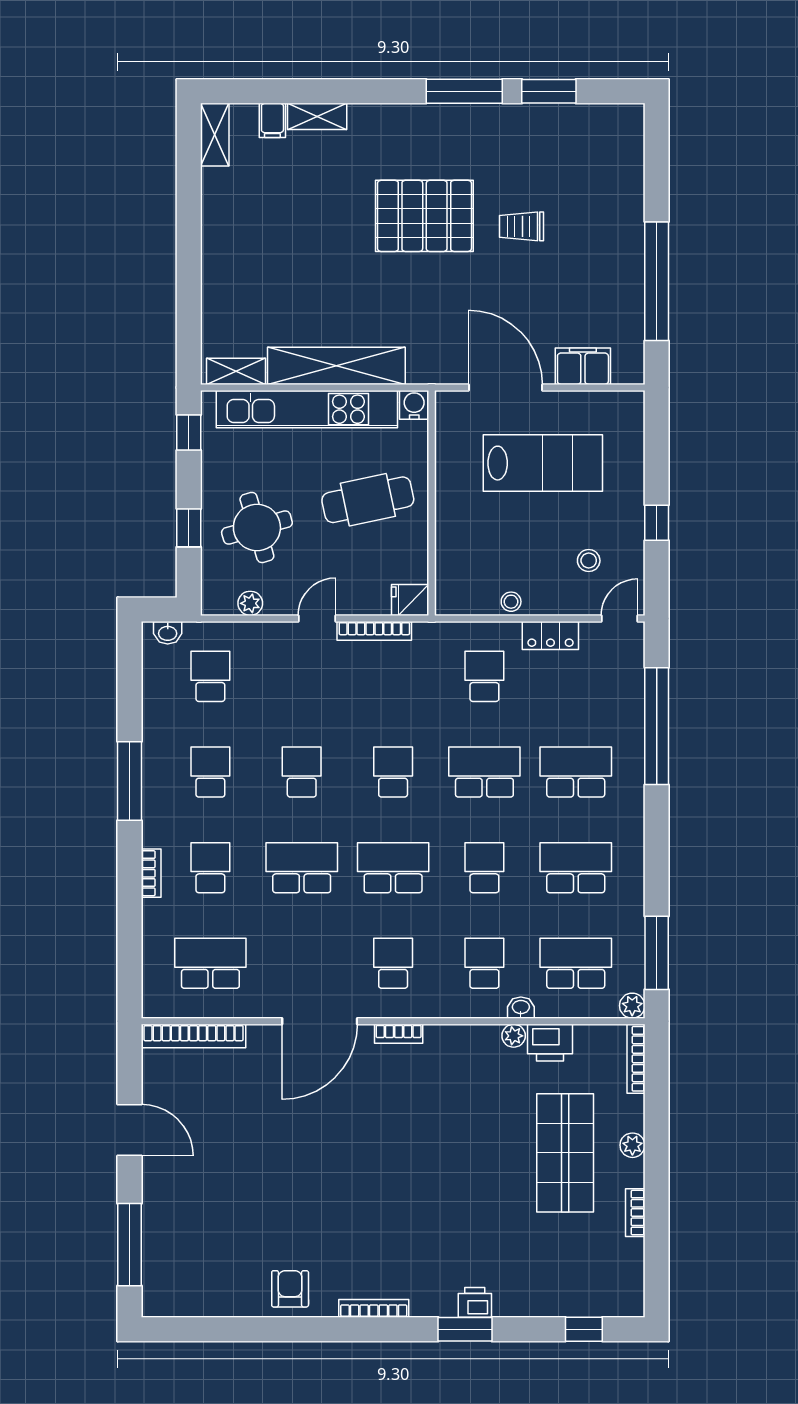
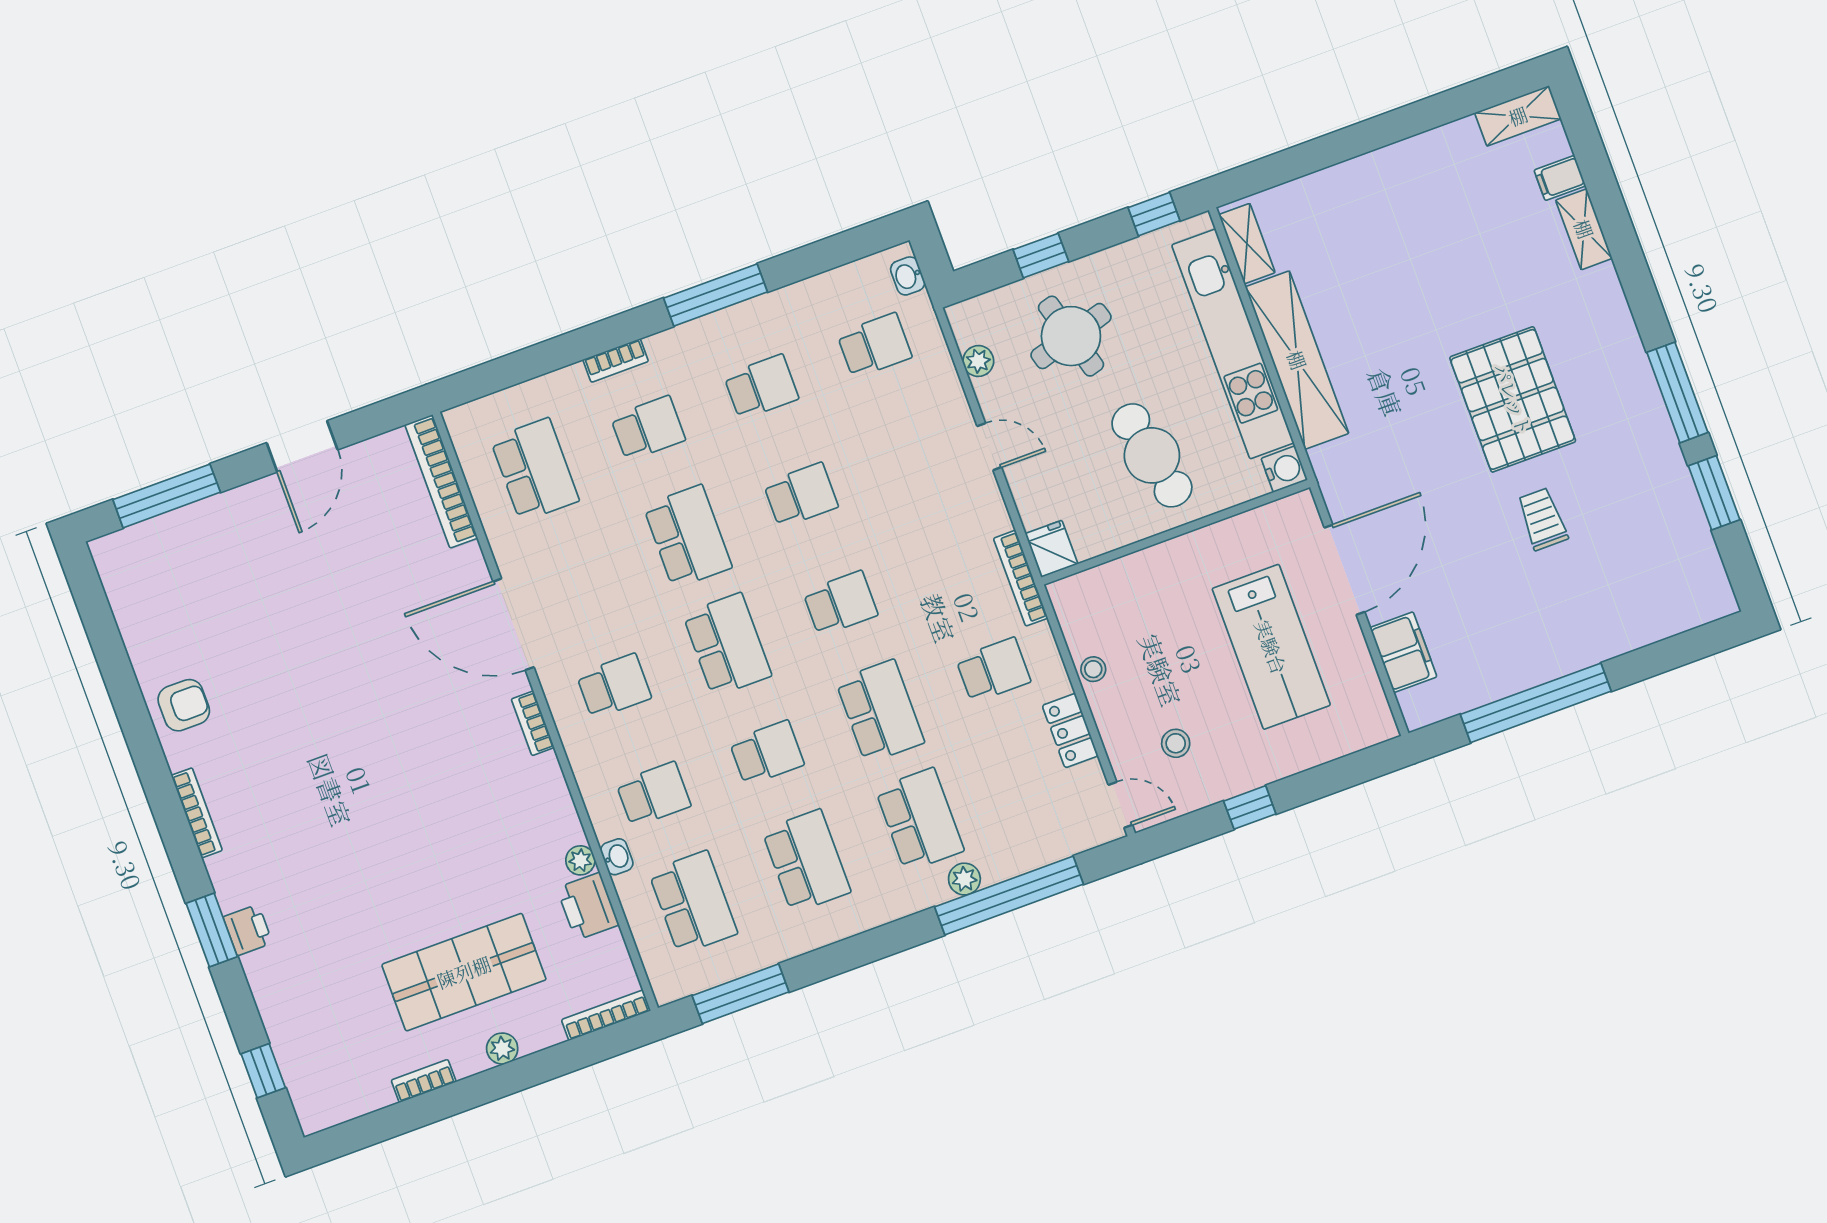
bookcase: (374, 631) -> (1021, 578), moved
plant: (632, 1006) -> (964, 879), moved

